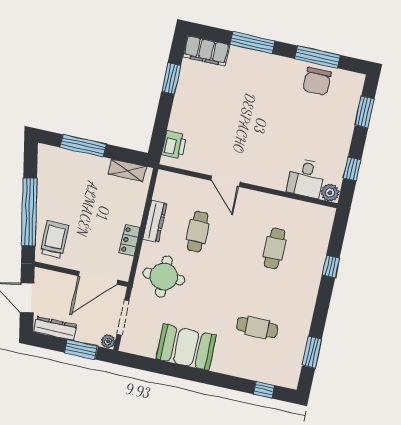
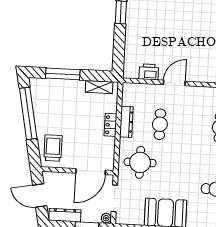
printer: (174, 145) -> (149, 72), moved, turned -90
door: (225, 181) -> (174, 83), swing flipped
window: (29, 212) -> (28, 113), moved
locker: (130, 240) -> (111, 125), moved

